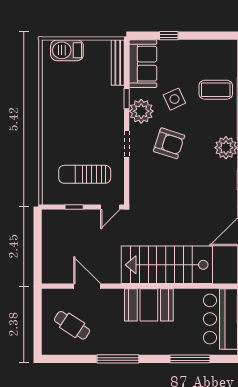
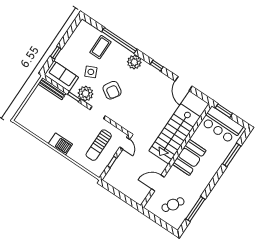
barbecue: (67, 50) -> (60, 144), moved, turned -90
armchair: (169, 143) -> (112, 90), turned 104
window: (118, 359) -> (195, 209), moved

